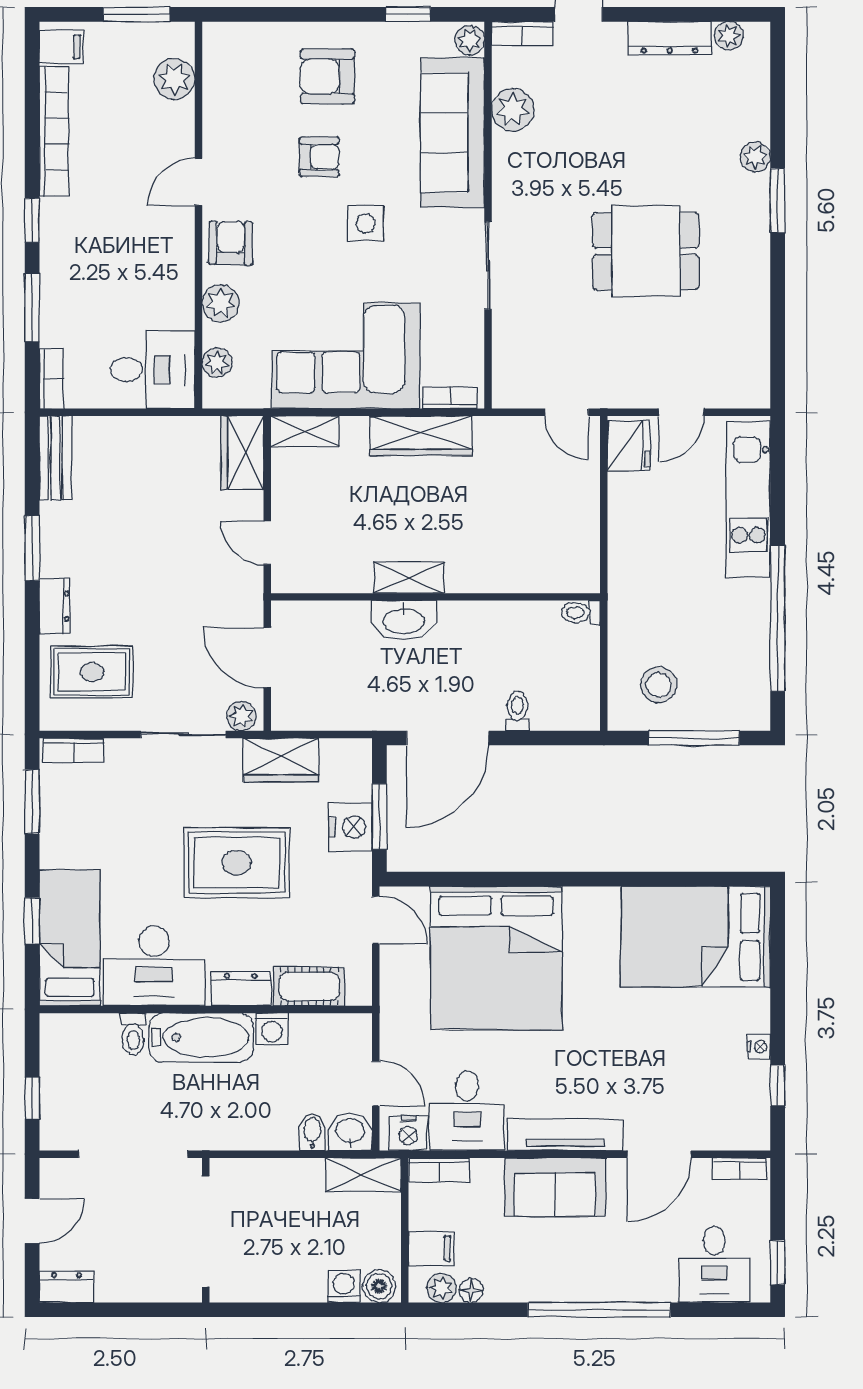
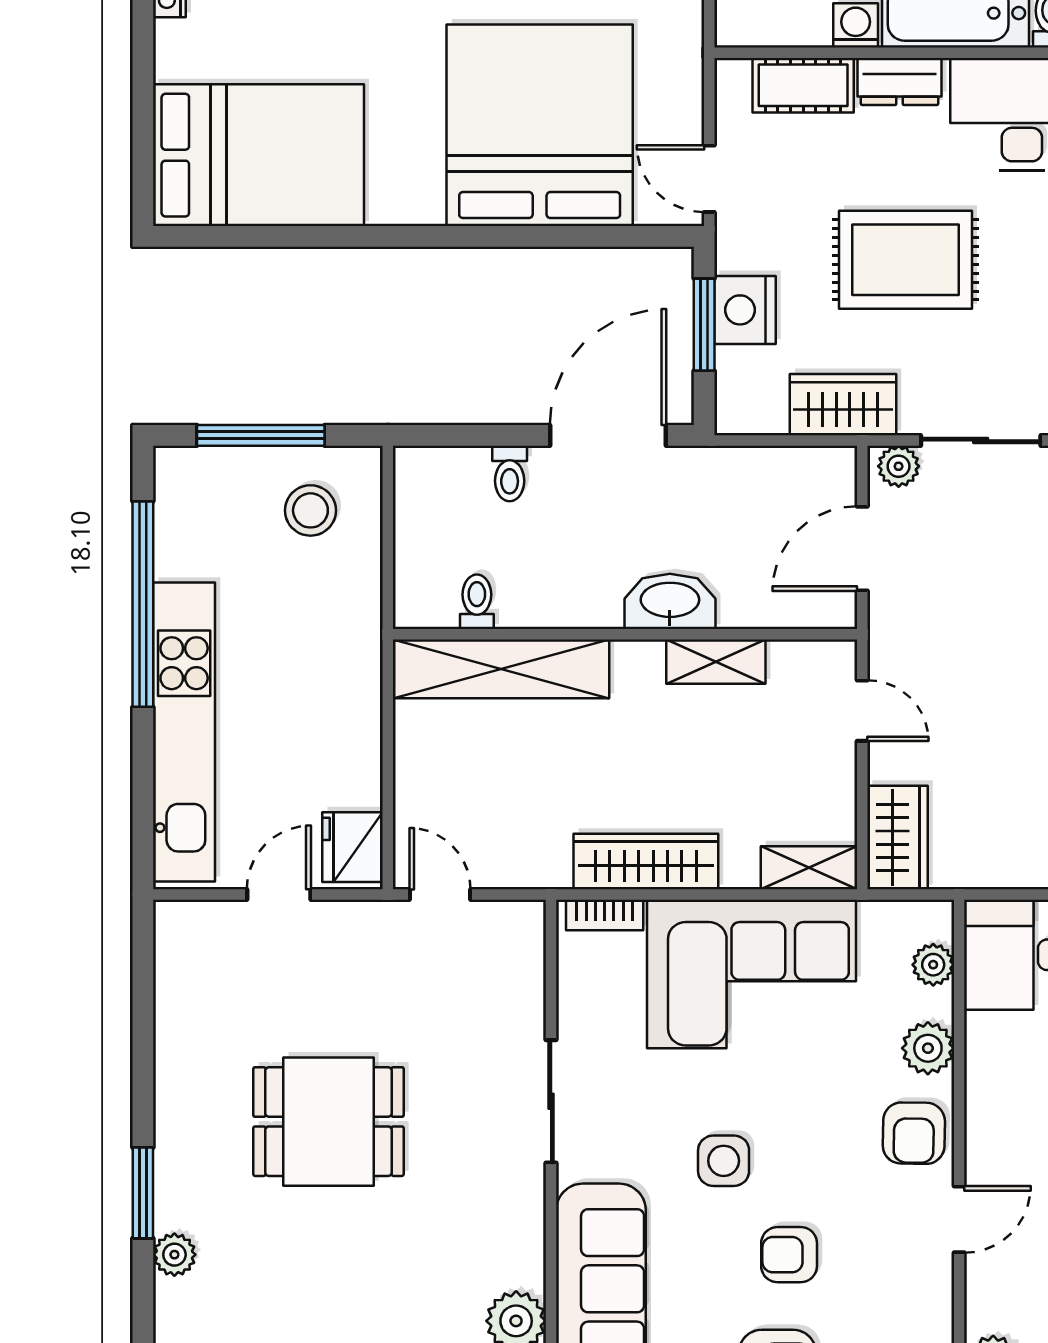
kitchen unit: (748, 499) -> (184, 732), width x1.36
shelving: (524, 572) -> (501, 669), added
shelving: (409, 577) -> (716, 662), moved
toilet: (581, 612) -> (477, 602), moved, turned -90
door: (267, 658) -> (862, 549), swing flipped

